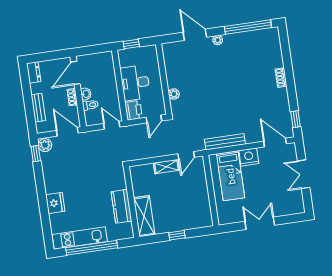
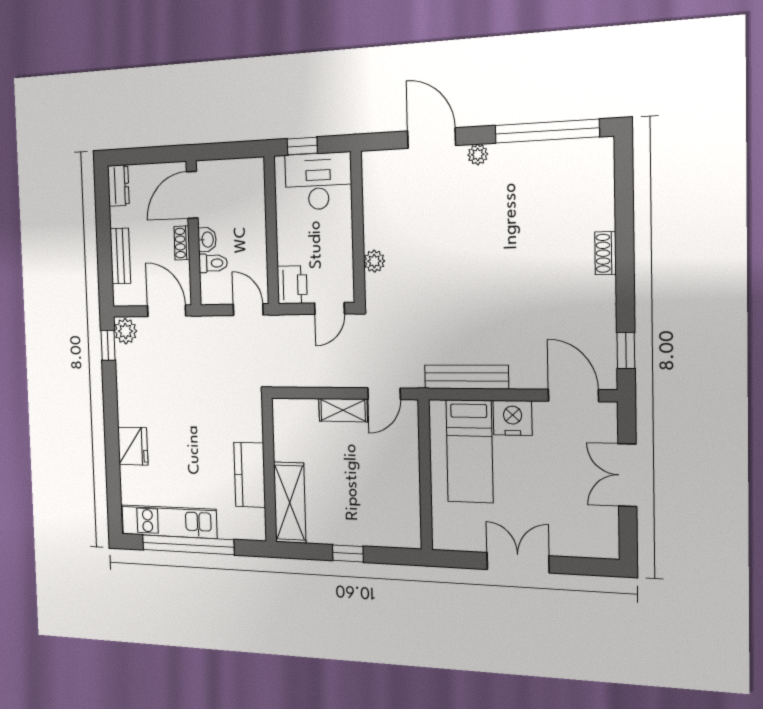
desk: (135, 83) -> (318, 181), moved, turned 90

